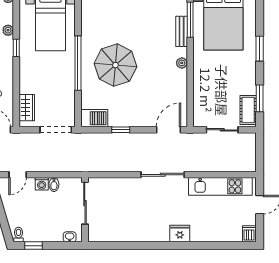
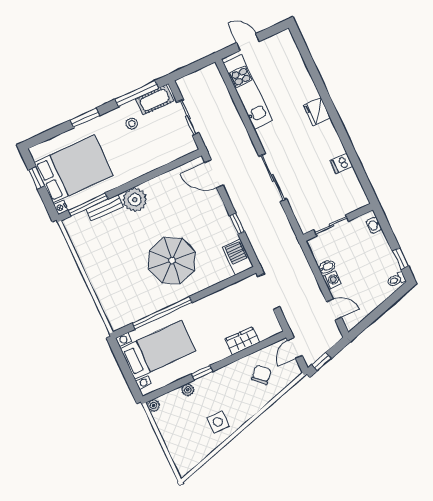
window: (78, 63) -> (162, 313), moved
plant: (182, 63) -> (135, 200), width x1.87, depth x1.87
stool: (238, 84) -> (132, 124), added
window: (260, 98) -> (137, 94), width x1.44
wardrobe: (27, 108) -> (242, 341), moved
sliding door: (163, 175) -> (273, 178), moved
sliding door: (85, 203) -> (331, 225), width x0.73
dishwasher: (249, 234) -> (341, 163), moved

